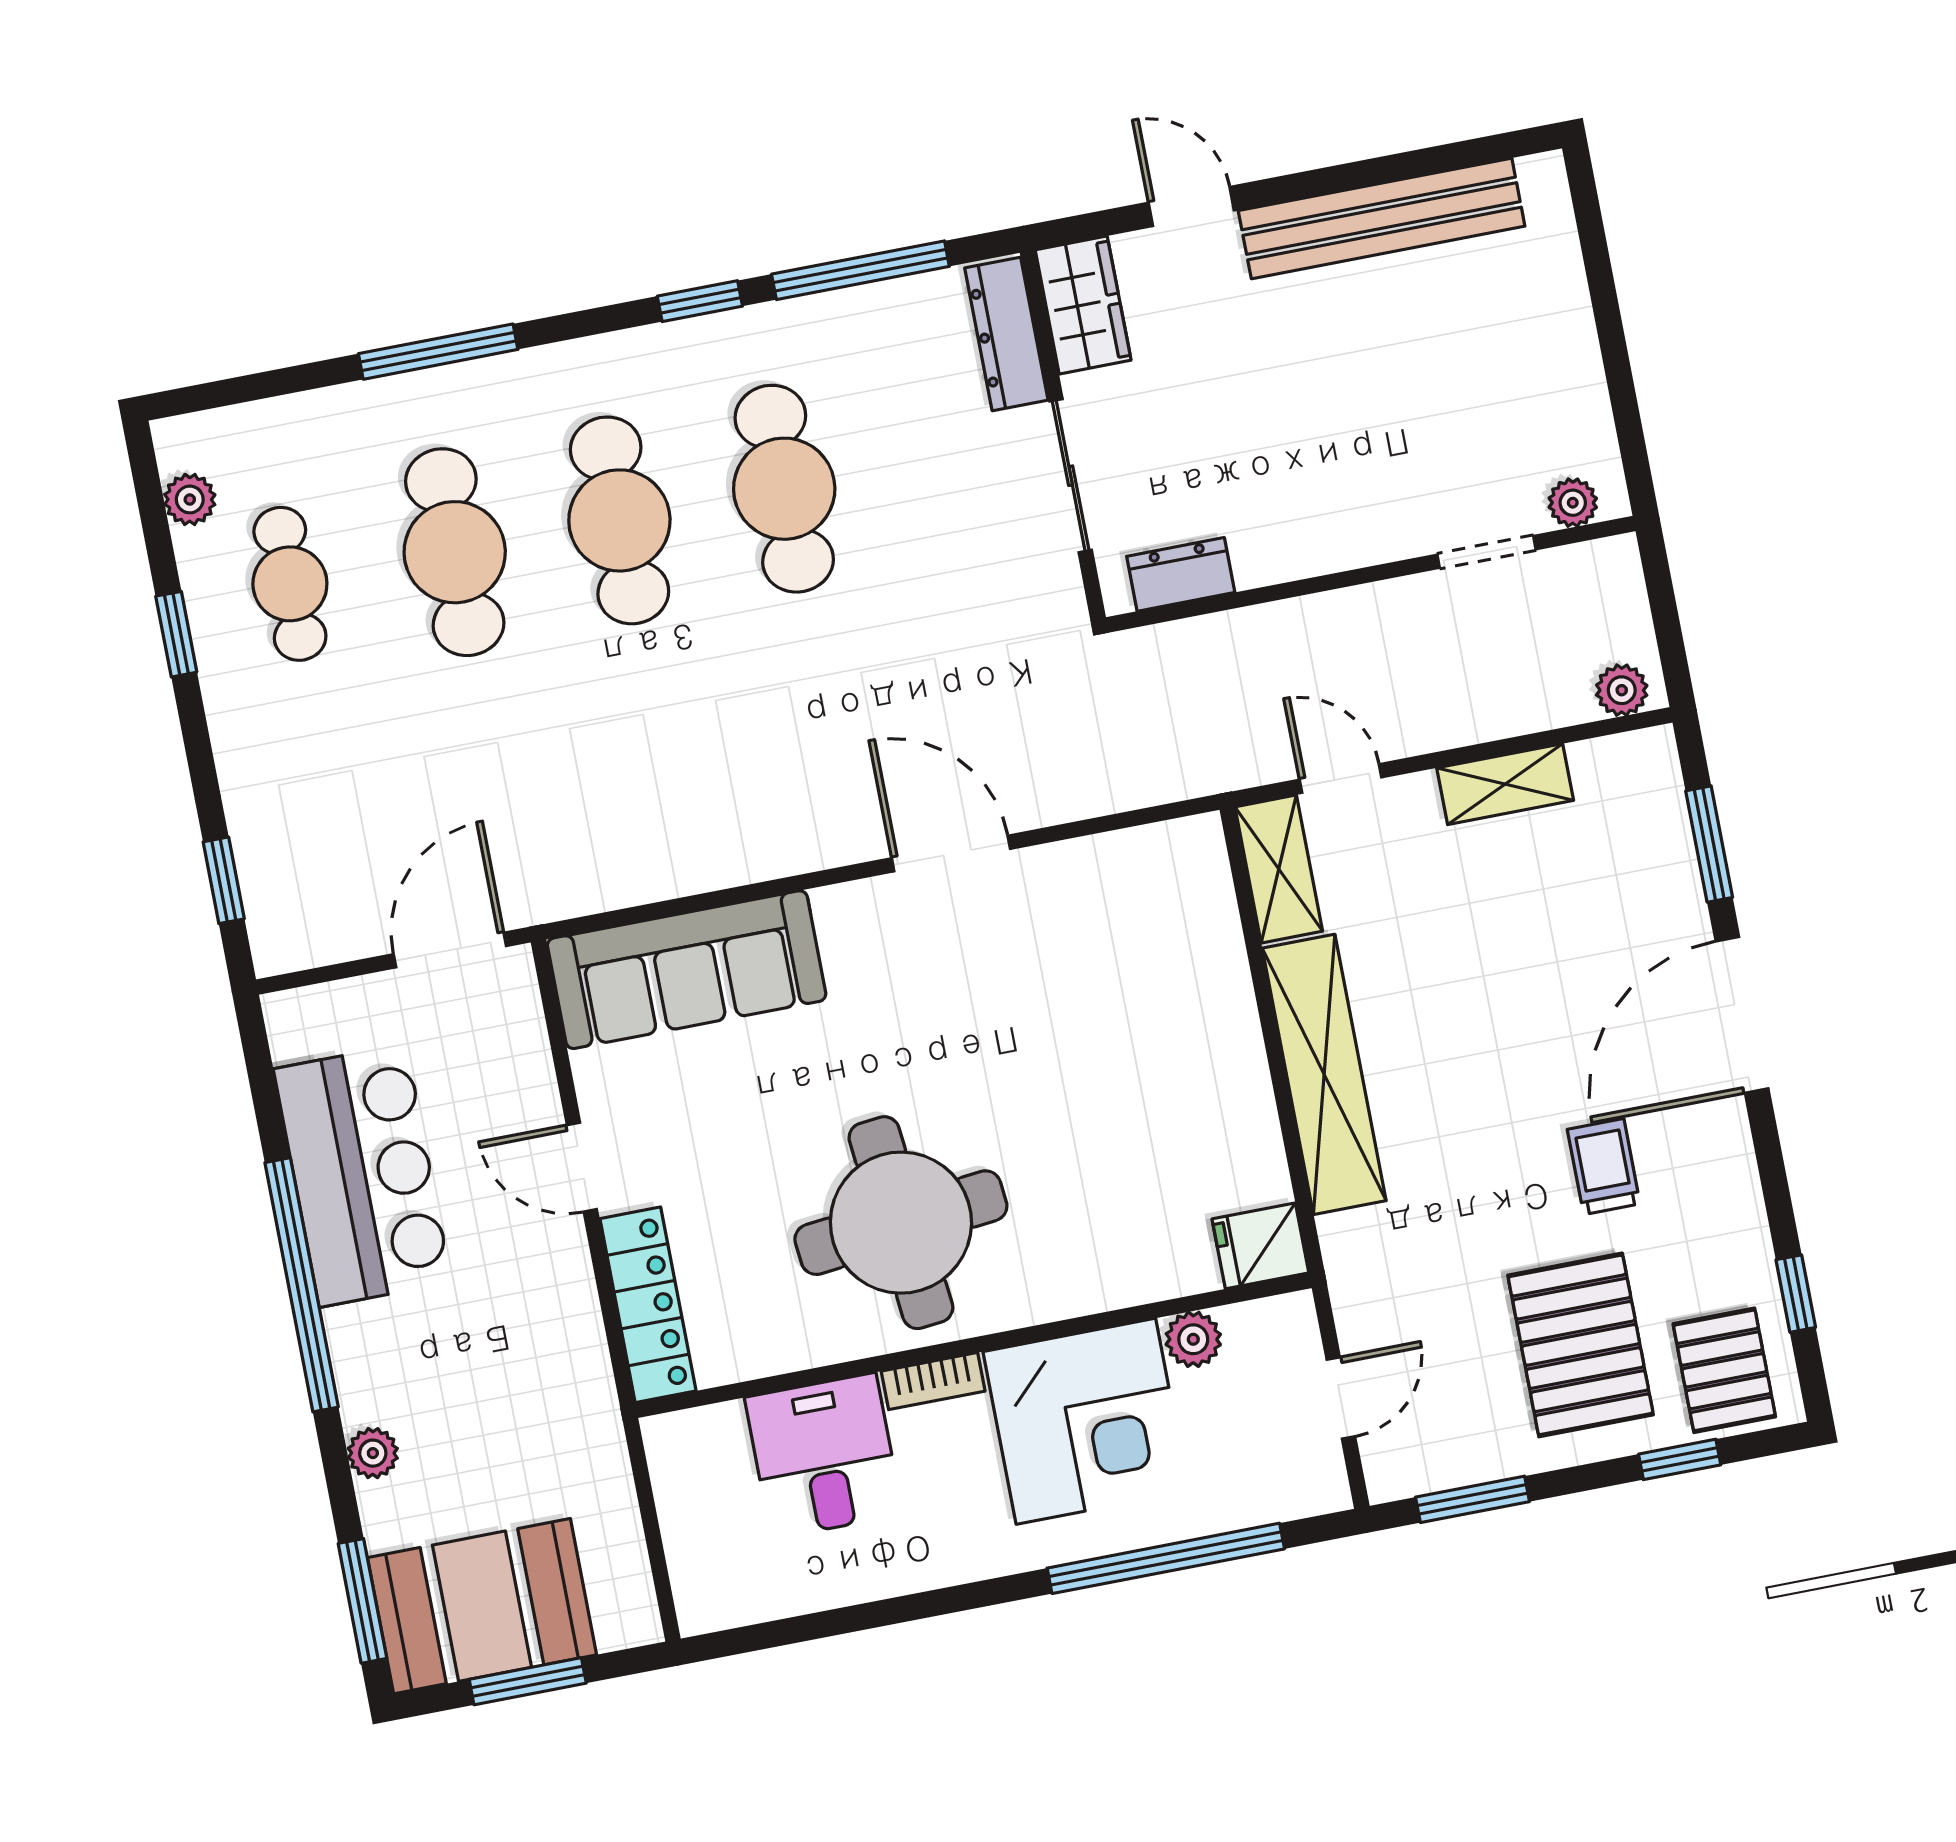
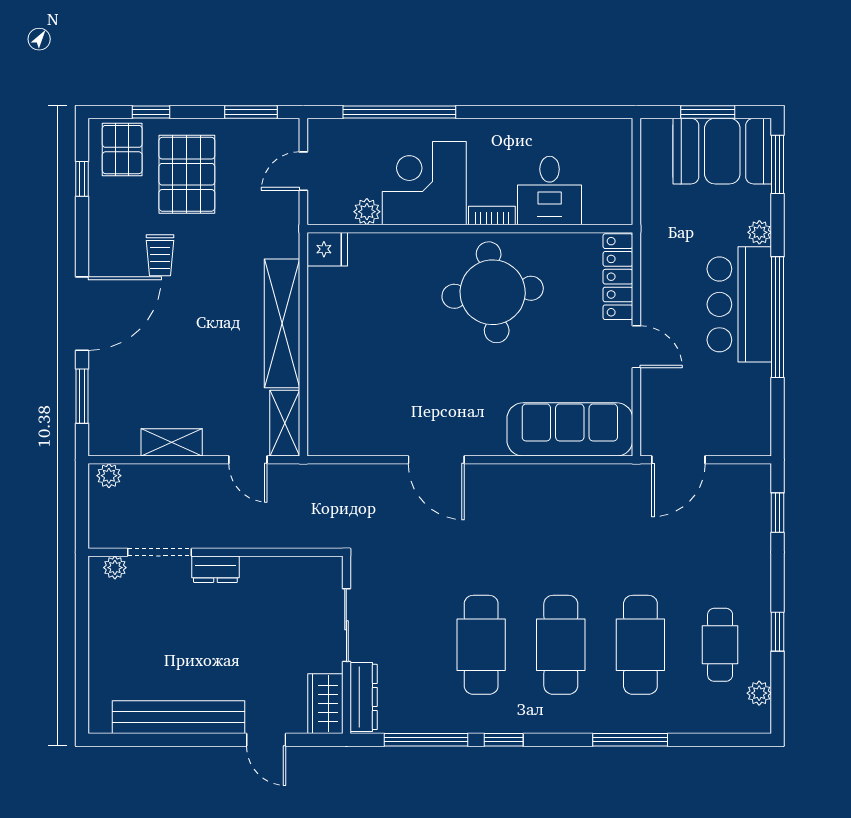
doorway: (1487, 552) -> (160, 552), width x1.38
dresser: (1181, 574) -> (215, 569), moved
bar counter: (363, 1175) -> (739, 304), moved

